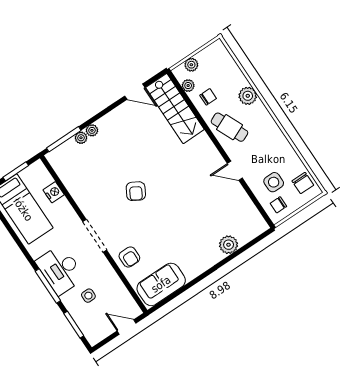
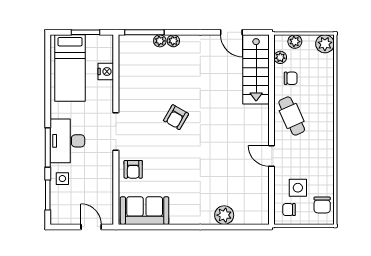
plant: (248, 96) -> (325, 44), moved
side table: (88, 296) -> (62, 179), moved

